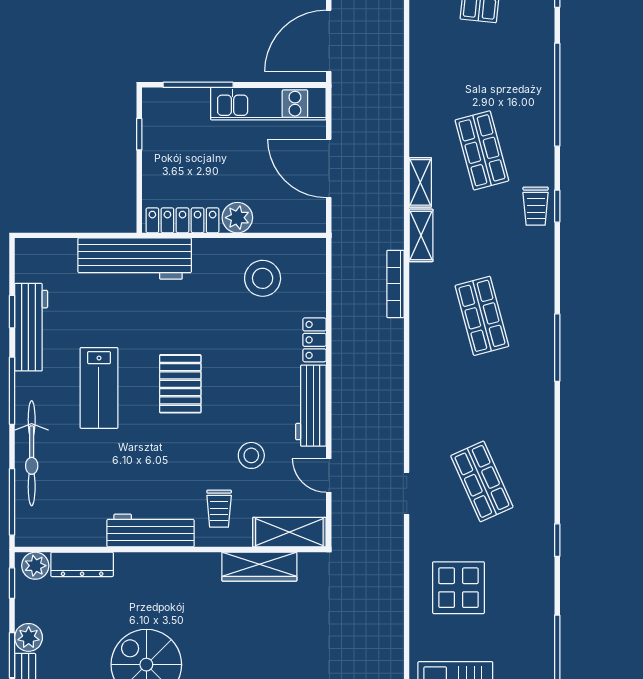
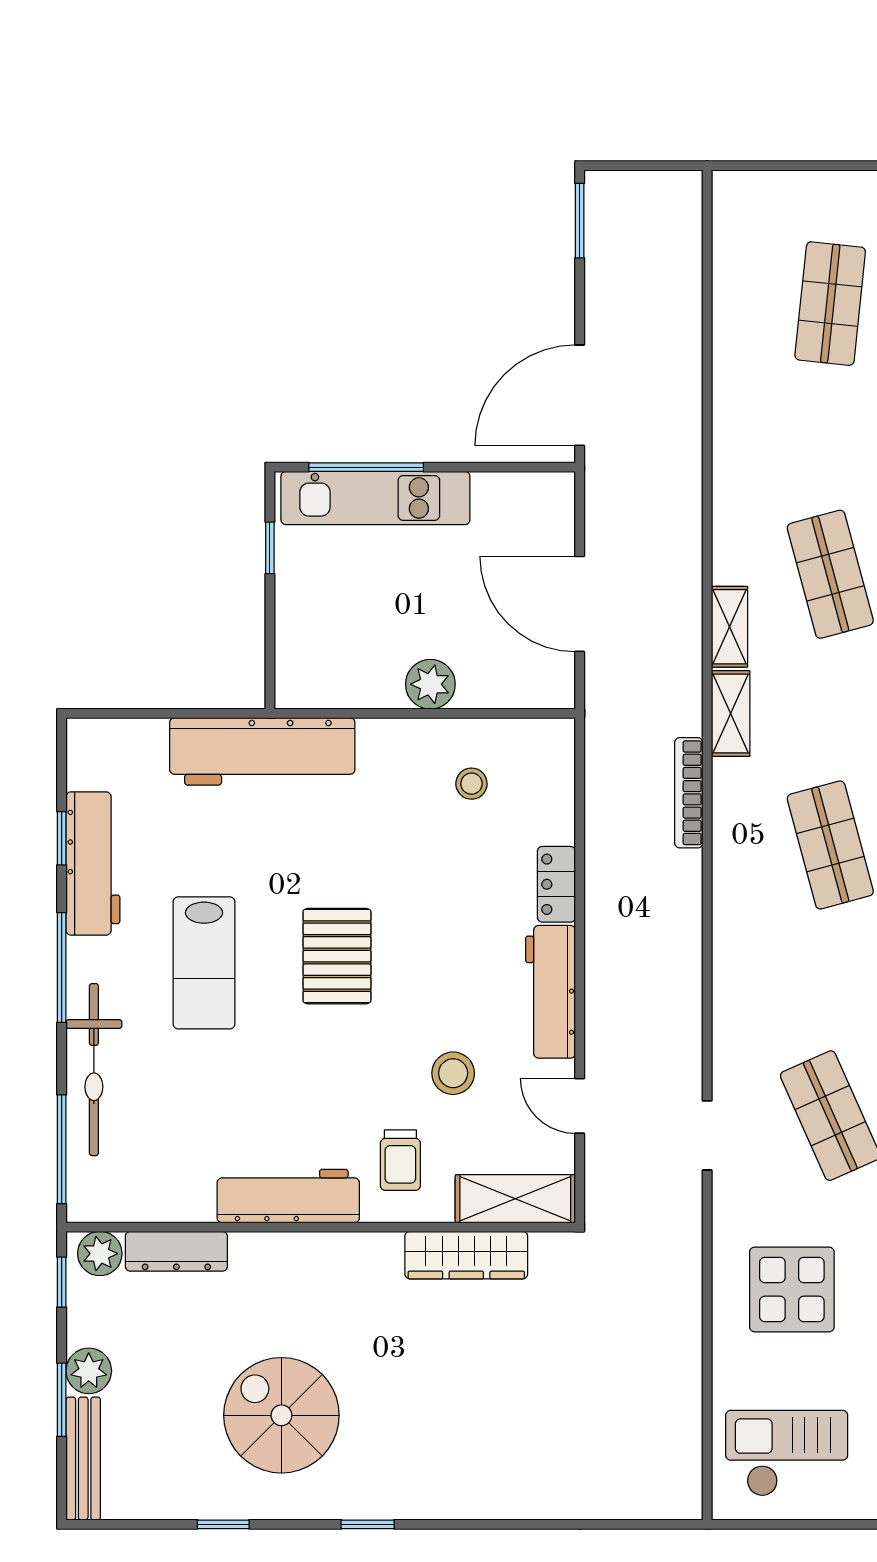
kitchen unit: (268, 104) -> (375, 498), moved
locker: (182, 220) -> (341, 689), removed
stool: (263, 278) -> (471, 784), width x0.53, depth x0.53

